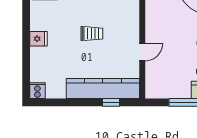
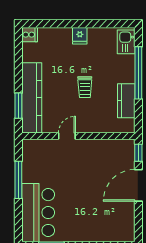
door: (142, 52) -> (67, 136), swing flipped
window: (111, 102) -> (18, 106), width x1.50

